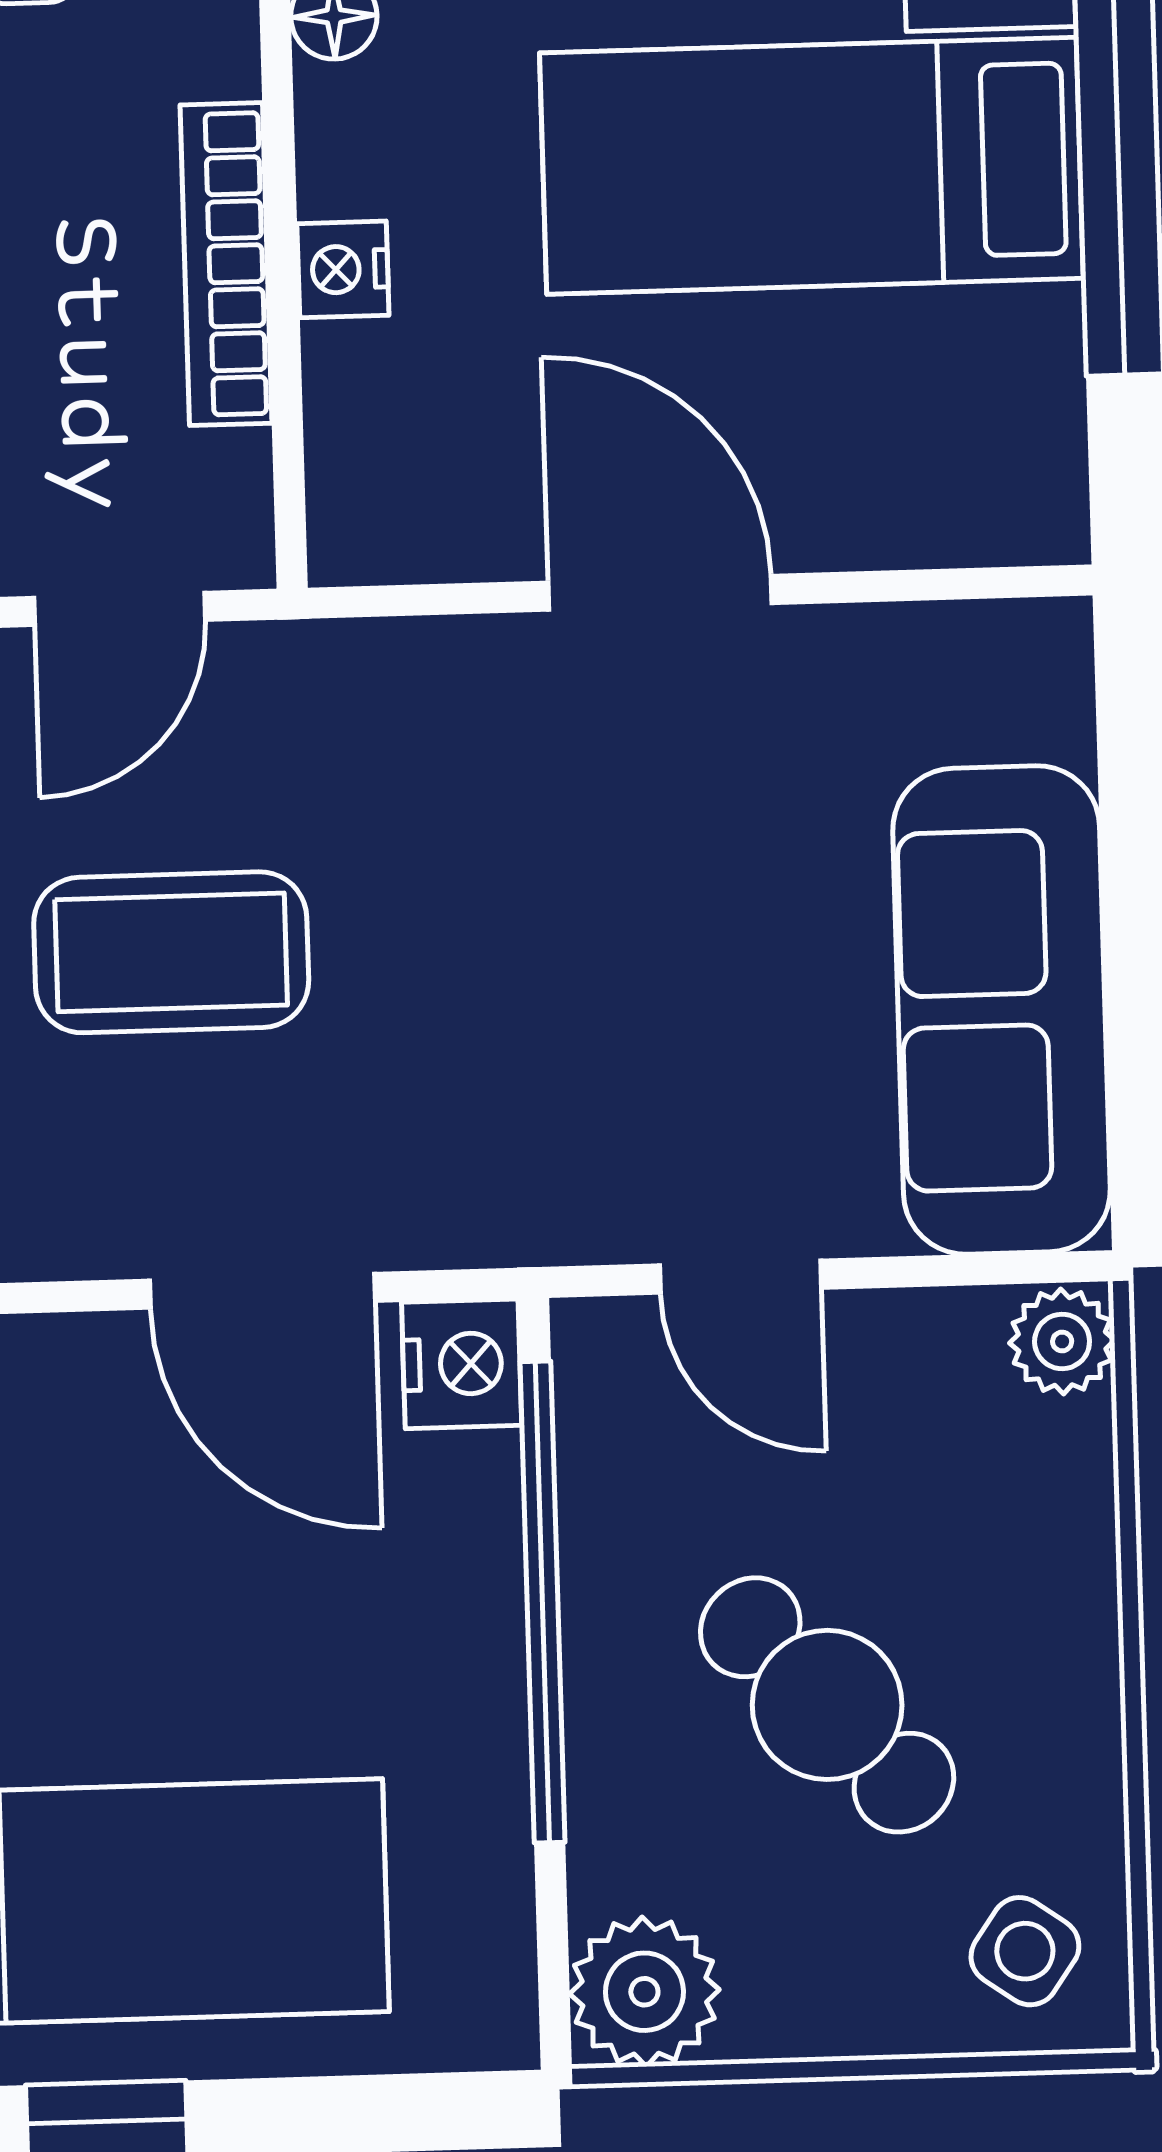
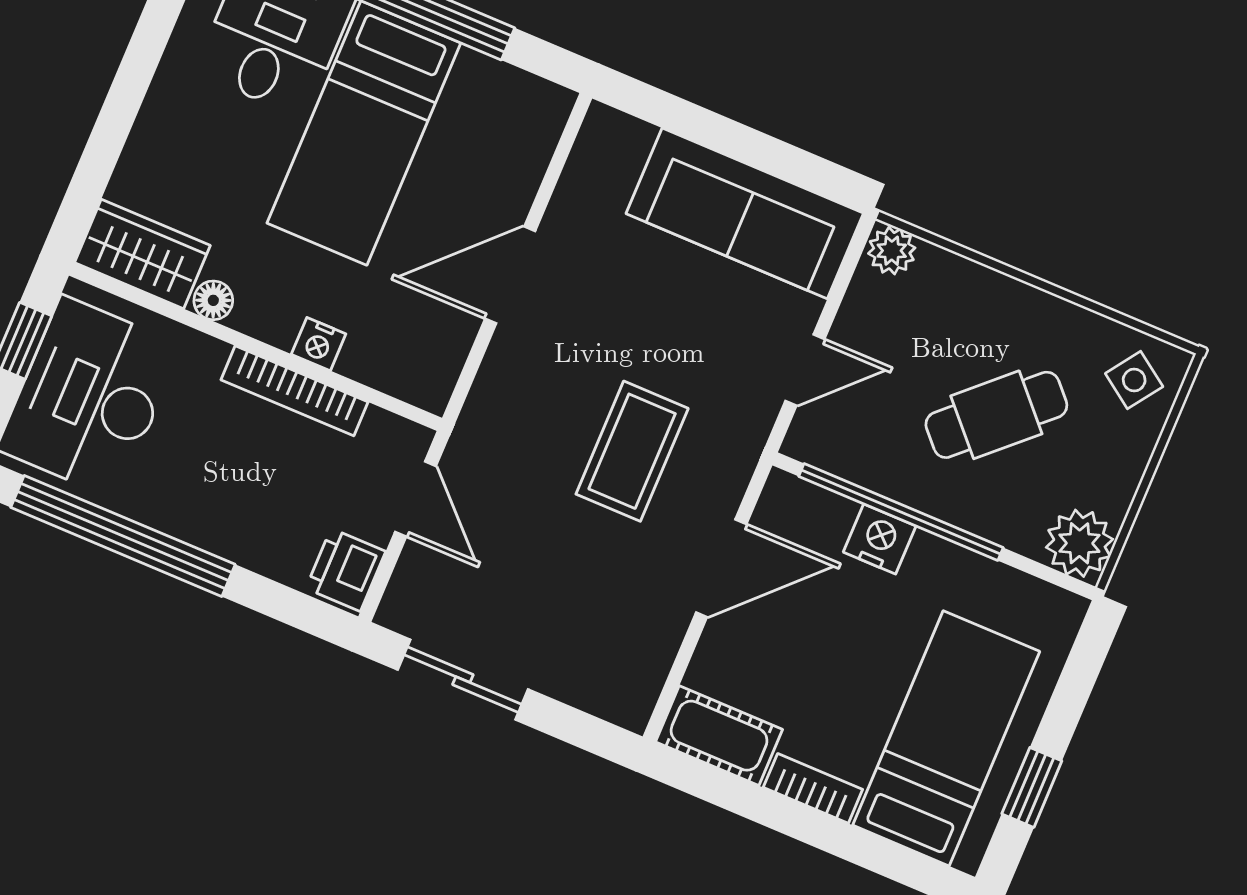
coffee table: (171, 952) -> (632, 451), moved
nightstand: (462, 1364) -> (880, 539), moved

